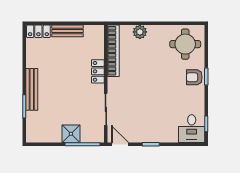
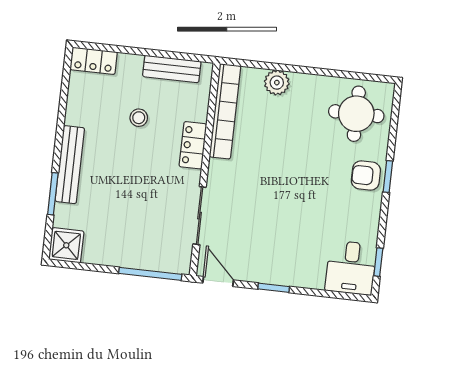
bench: (68, 31) -> (172, 69), moved
stool: (67, 60) -> (139, 118), added
shower: (71, 134) -> (66, 245), moved

